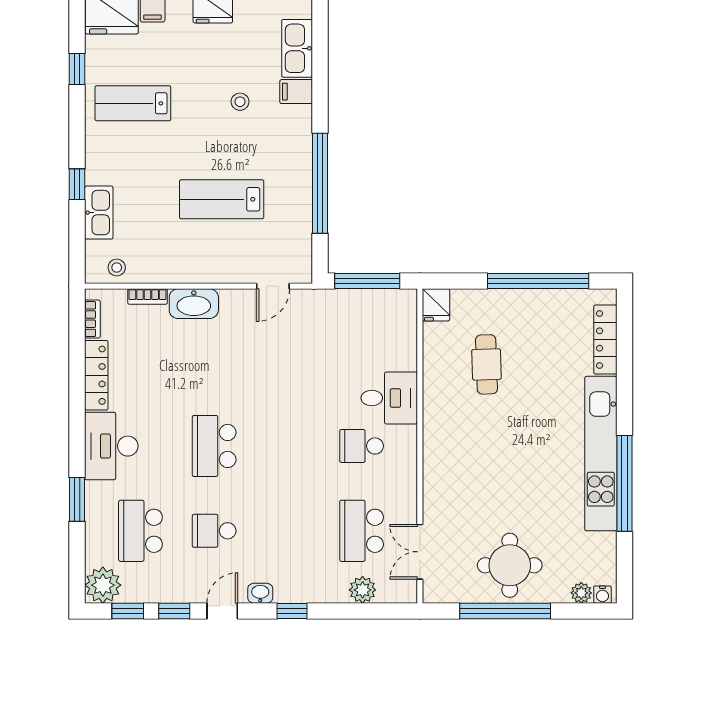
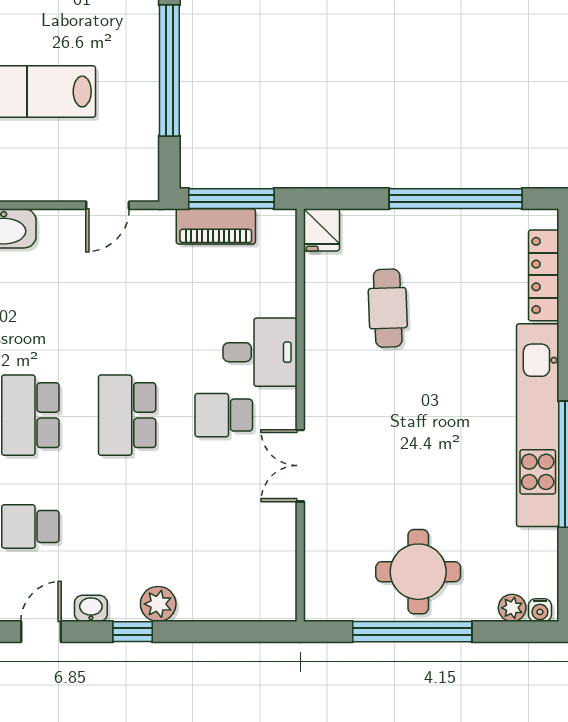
piano: (355, 302) -> (216, 226), added
school desk: (362, 531) -> (127, 415), moved
double door: (420, 552) -> (300, 466), moved
plant: (363, 590) -> (158, 604), moved

